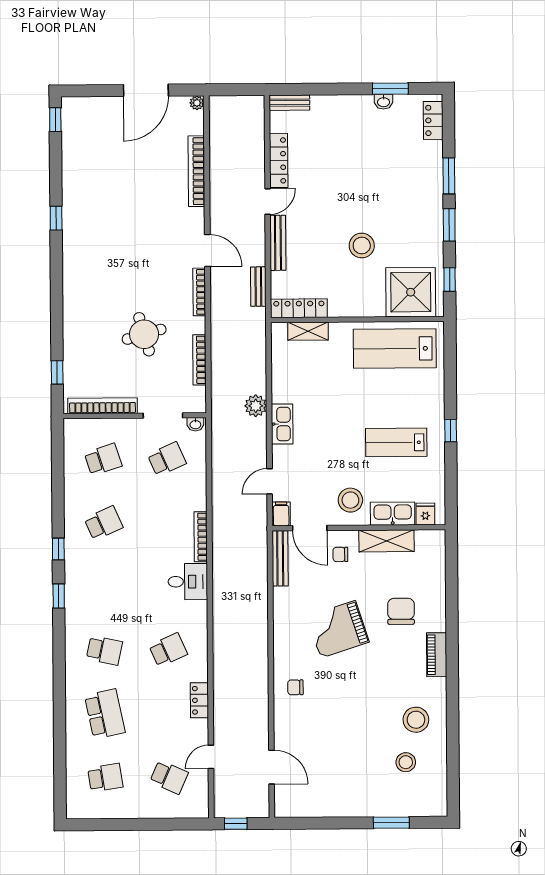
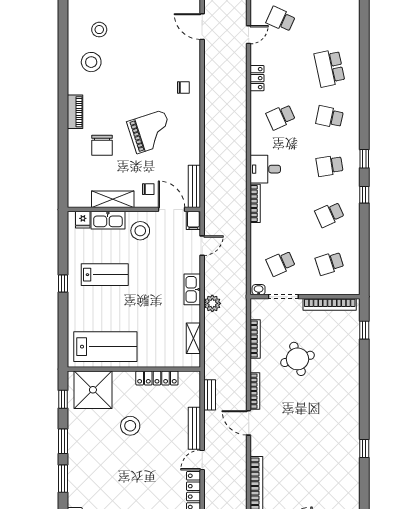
locker: (299, 308) -> (157, 378), moved
shelving: (308, 331) -> (193, 338), moved, turned 90
school desk: (105, 778) -> (330, 166), moved

